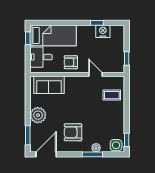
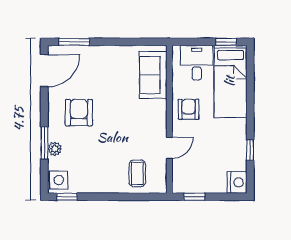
nightstand: (103, 31) -> (237, 182), moved
plant: (38, 115) -> (106, 58), removed
door: (46, 154) -> (44, 71), hinge flipped

